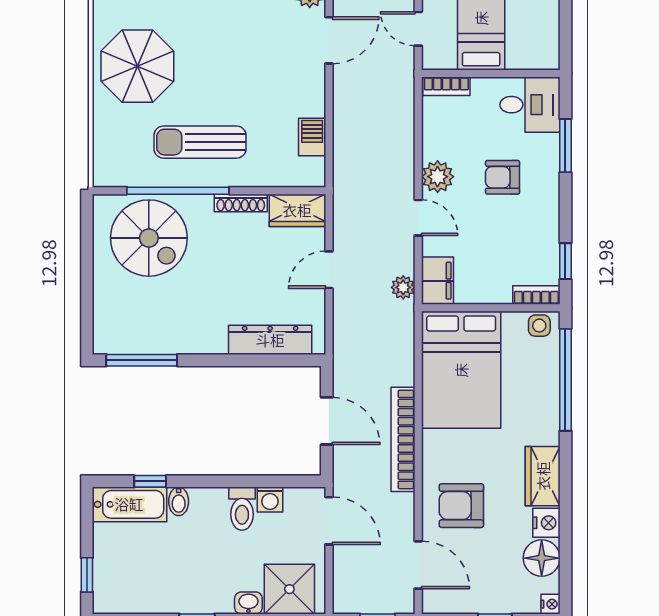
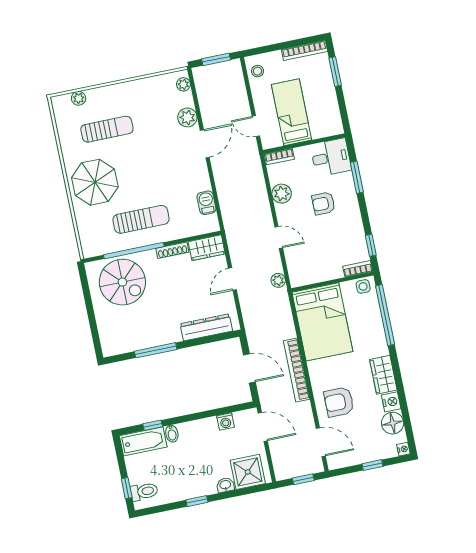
sun lounger: (200, 142) -> (141, 219), turned 180
plant: (438, 177) -> (282, 194), moved
filing cabinet: (437, 281) -> (298, 272), removed
window: (142, 360) -> (156, 350), moved
toilet: (242, 509) -> (144, 492), moved, turned -90

